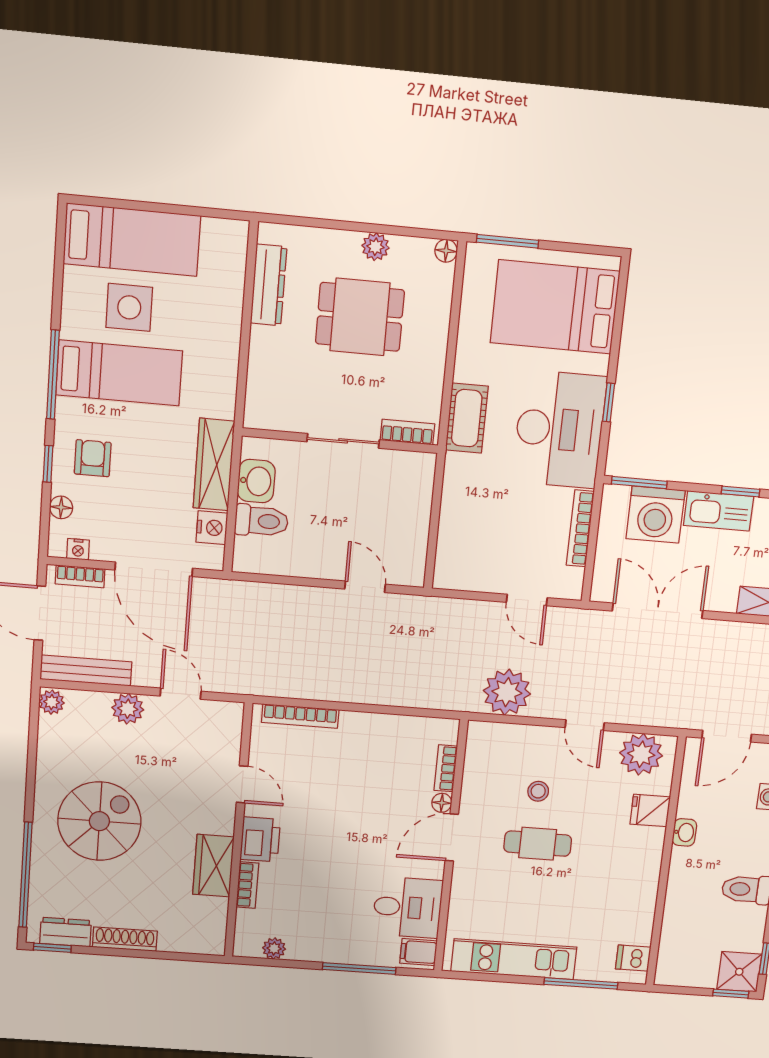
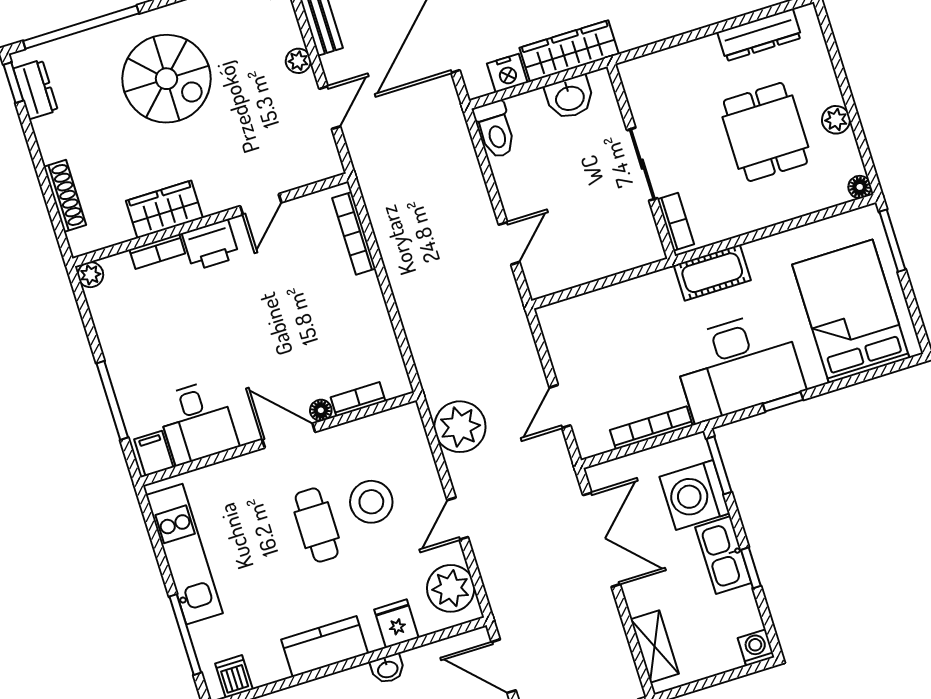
toilet: (261, 521) -> (495, 130), moved
plant: (128, 709) -> (298, 61), width x0.73, depth x0.73
stool: (538, 791) -> (371, 502), width x1.89, depth x1.89
kitchen counter: (642, 876) -> (325, 647), added
shoe rack: (125, 939) -> (65, 196), moved
plant: (274, 948) -> (90, 275), moved

